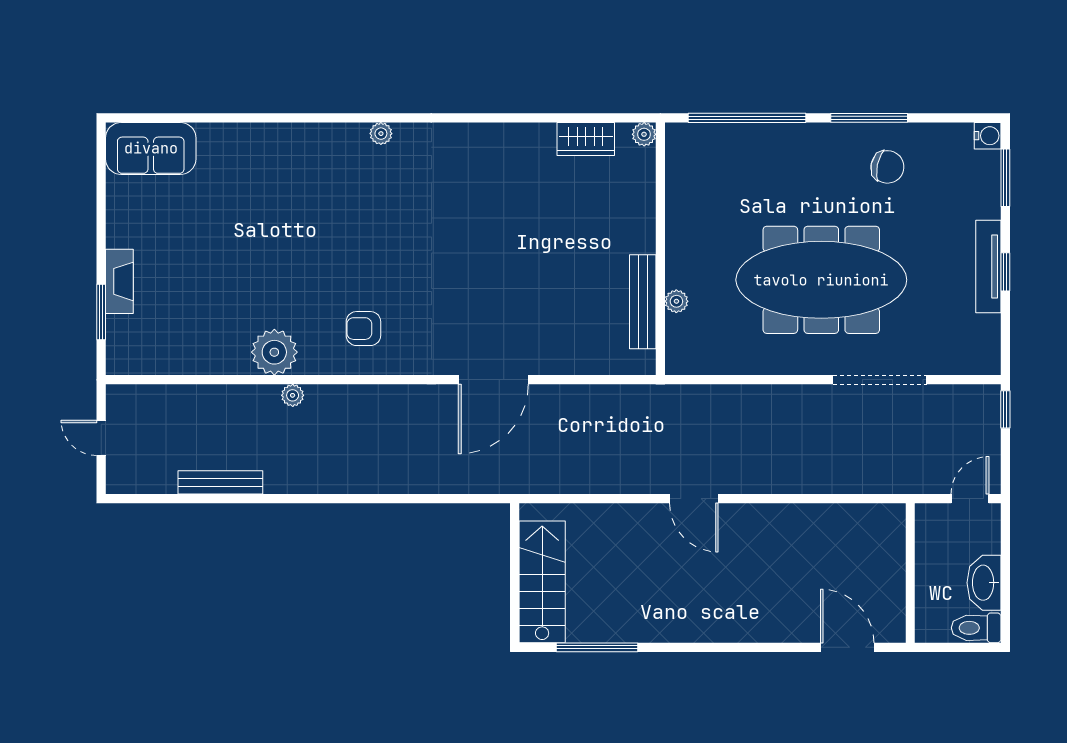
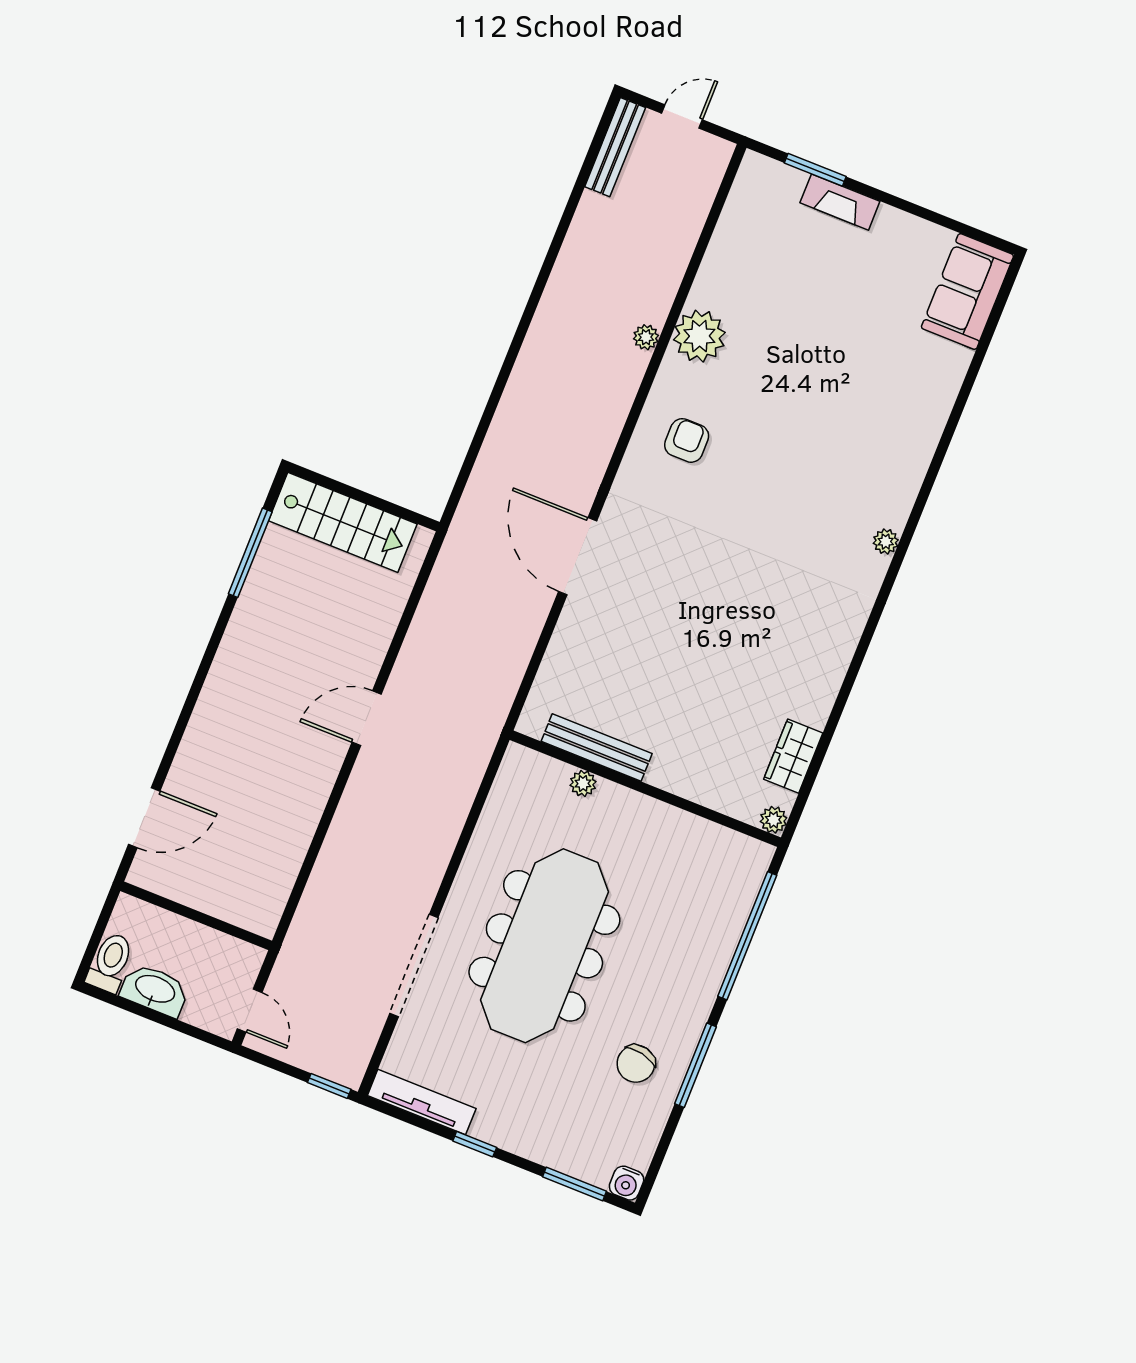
tv unit: (988, 267) -> (422, 1102), moved
bench: (220, 482) -> (615, 147), moved

